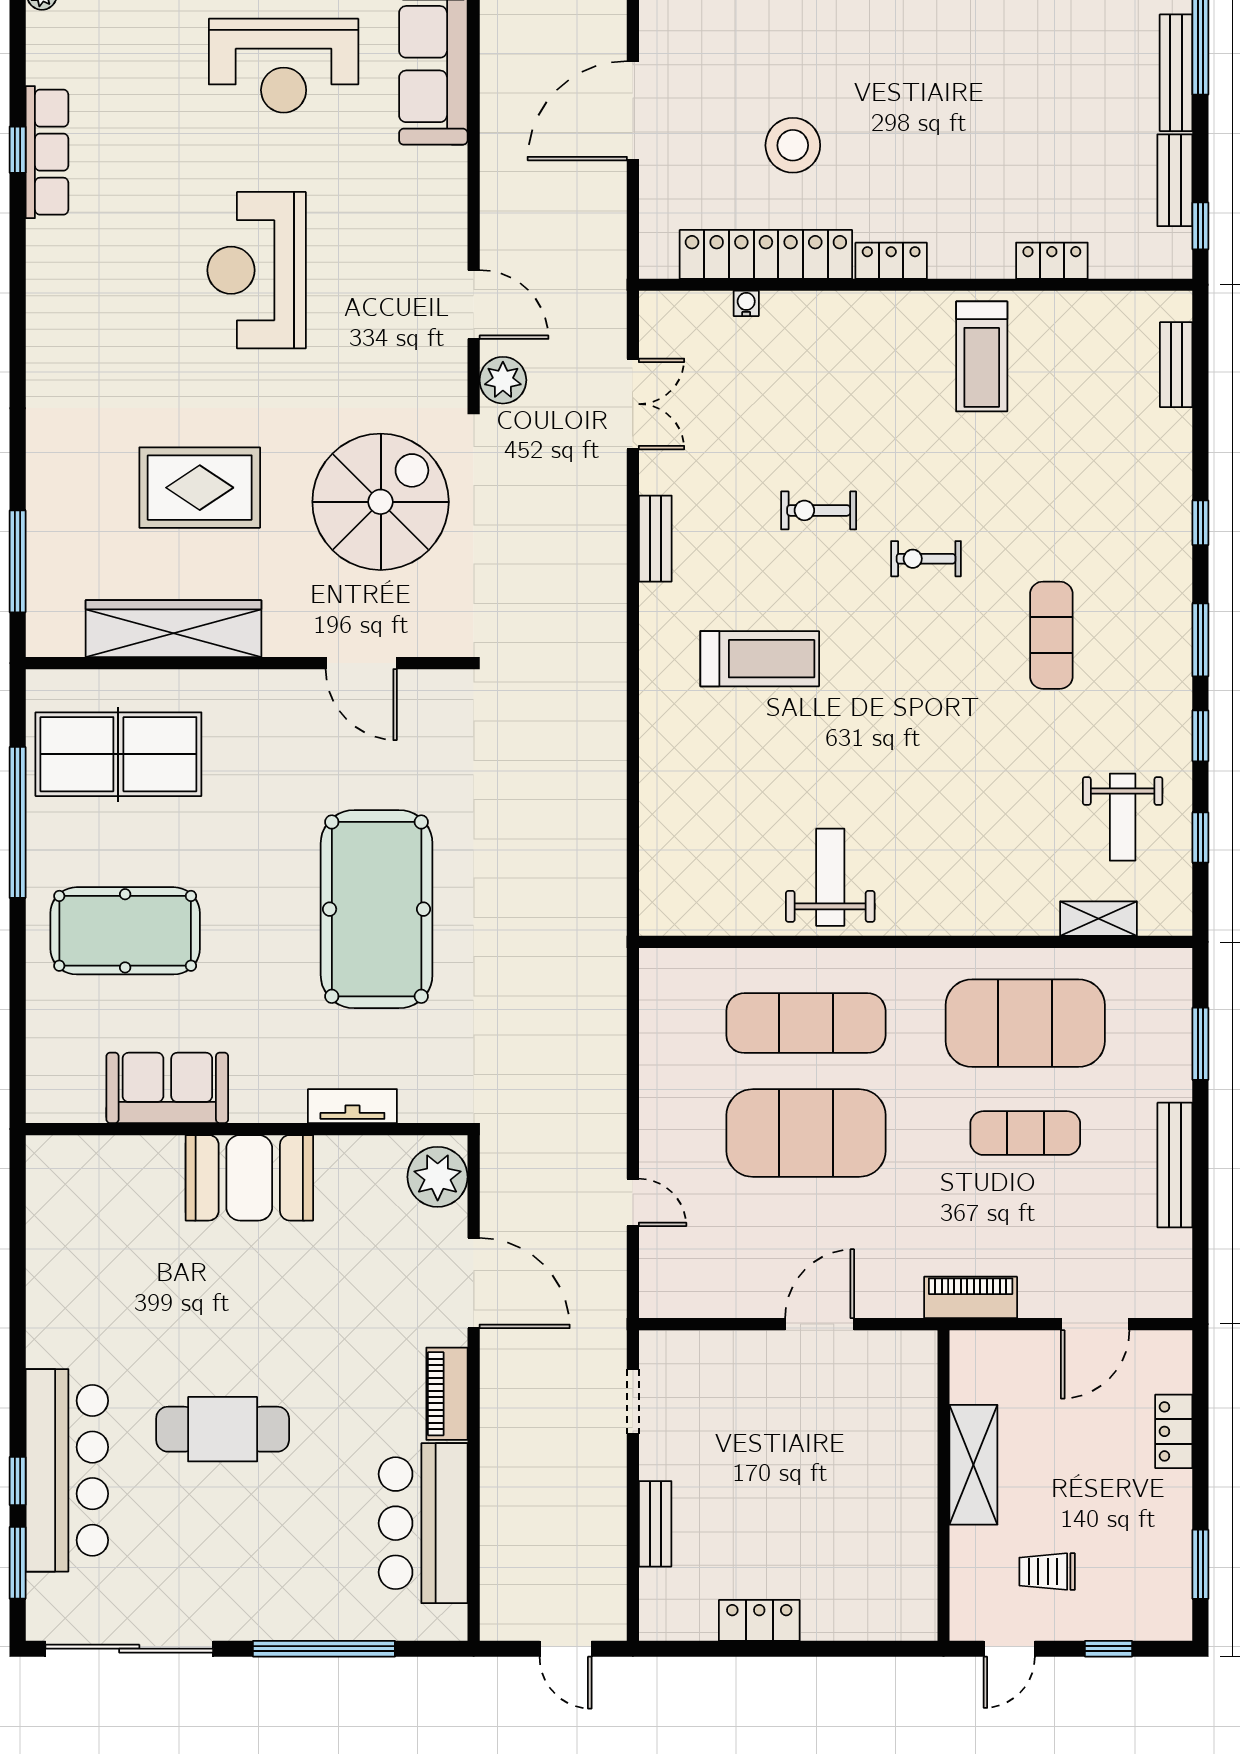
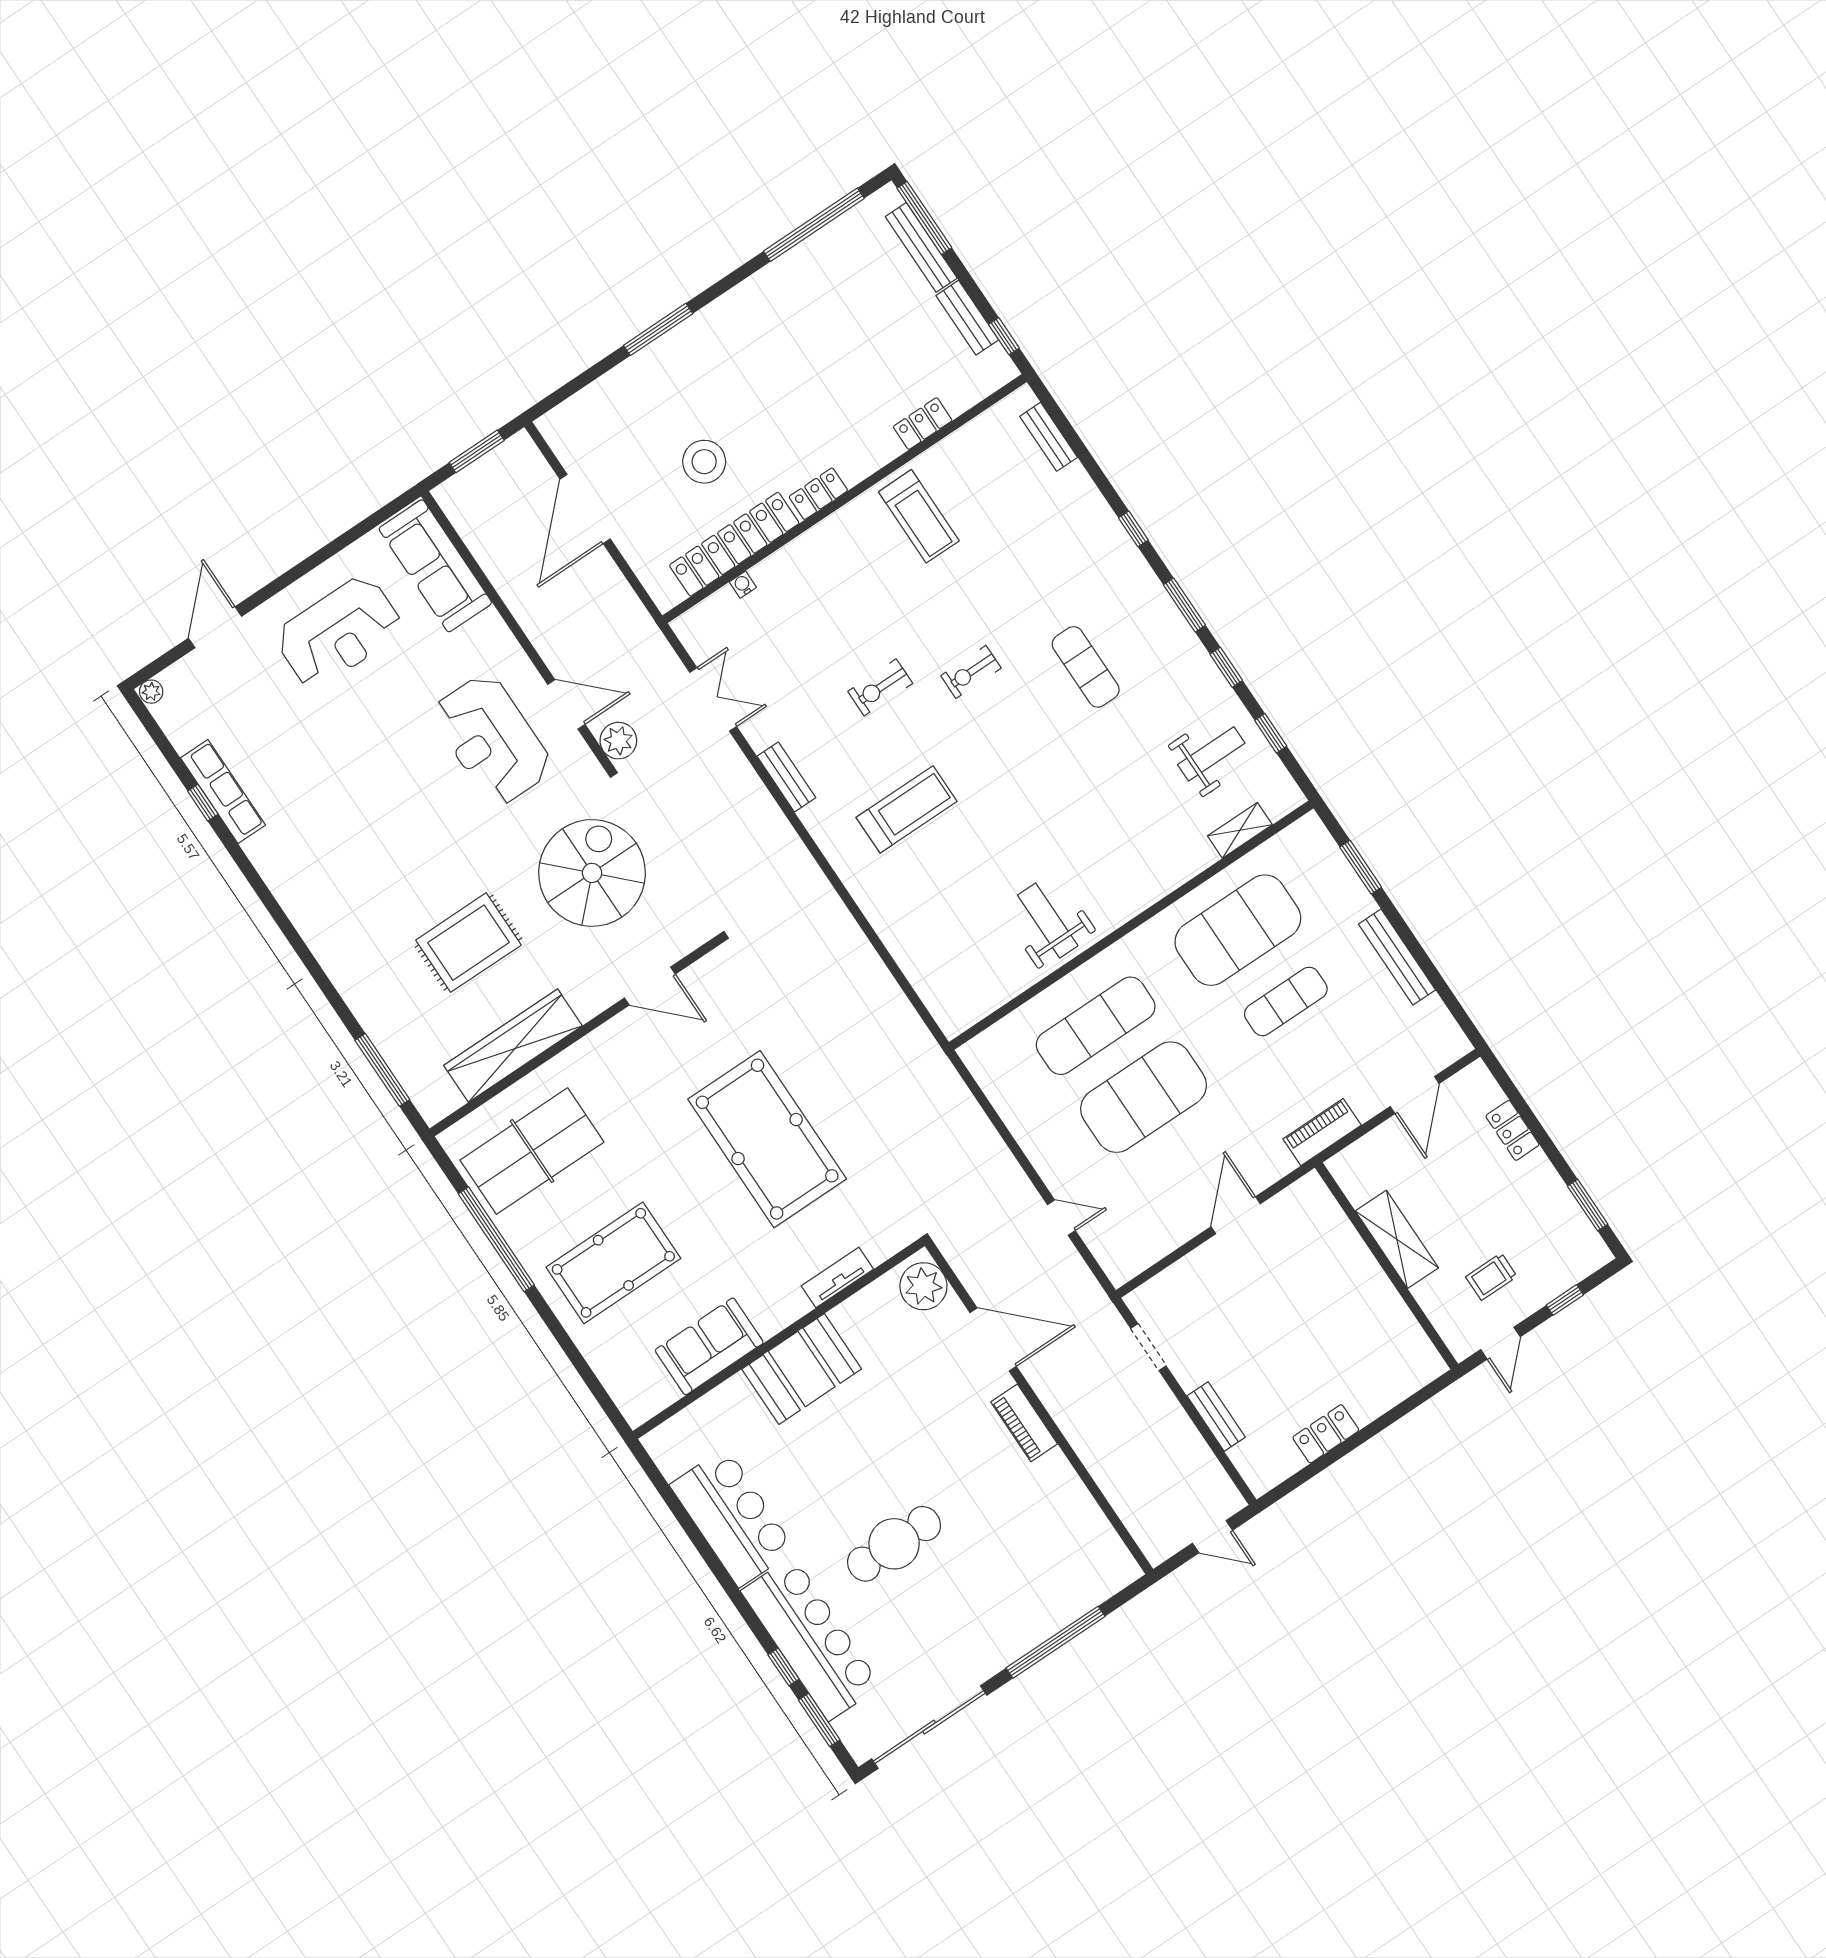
reception desk: (257, 270) -> (492, 740), moved
weight bench: (1123, 817) -> (1211, 754), turned -90
bar counter: (423, 1523) -> (732, 1517), moved, turned 180

